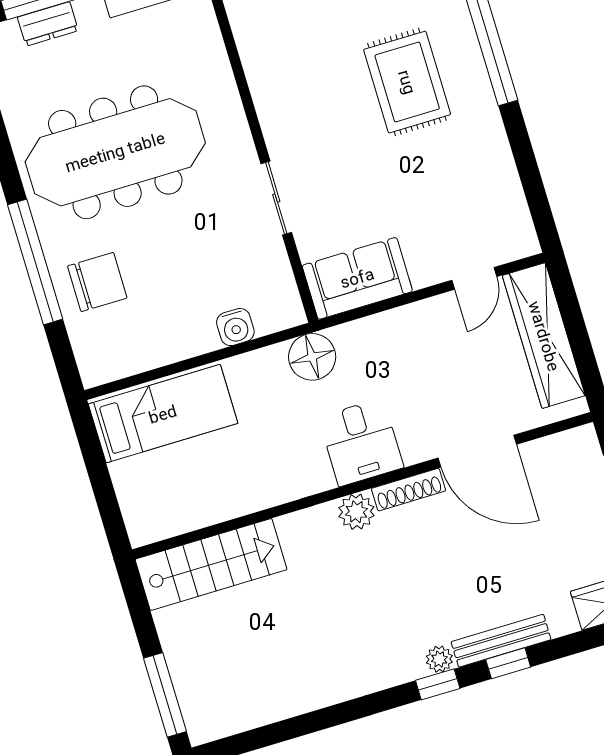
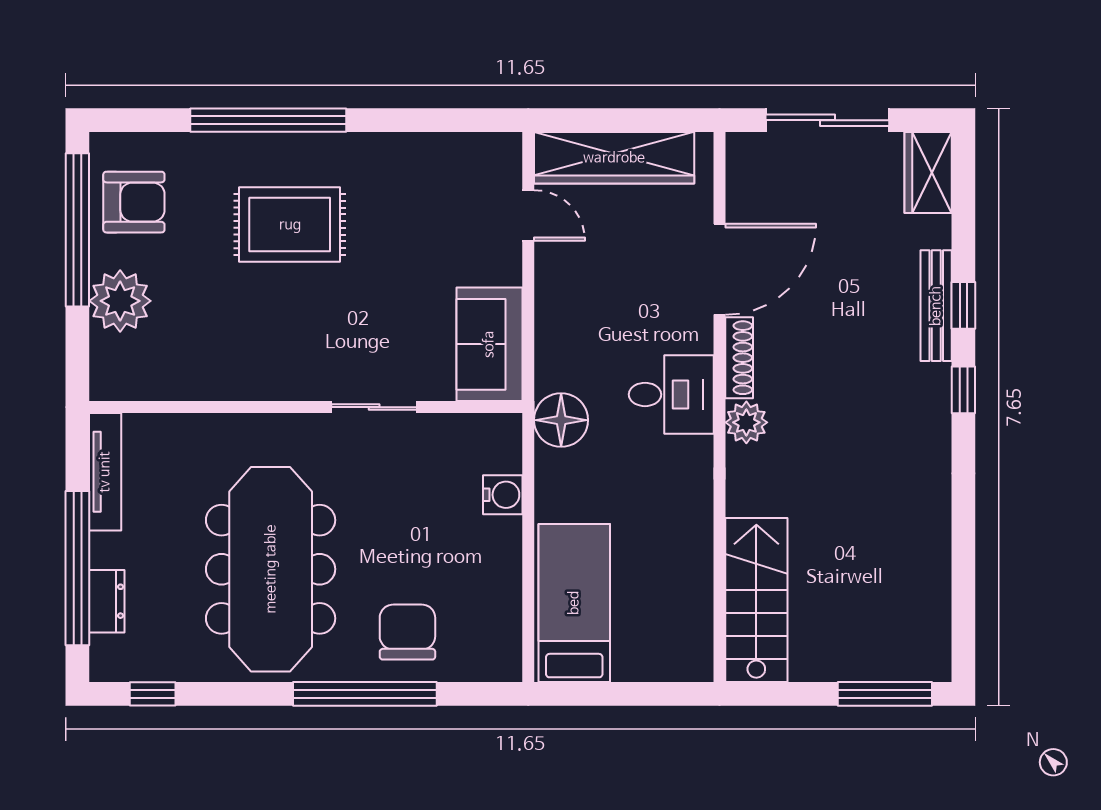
plant: (439, 659) -> (936, 380), removed

